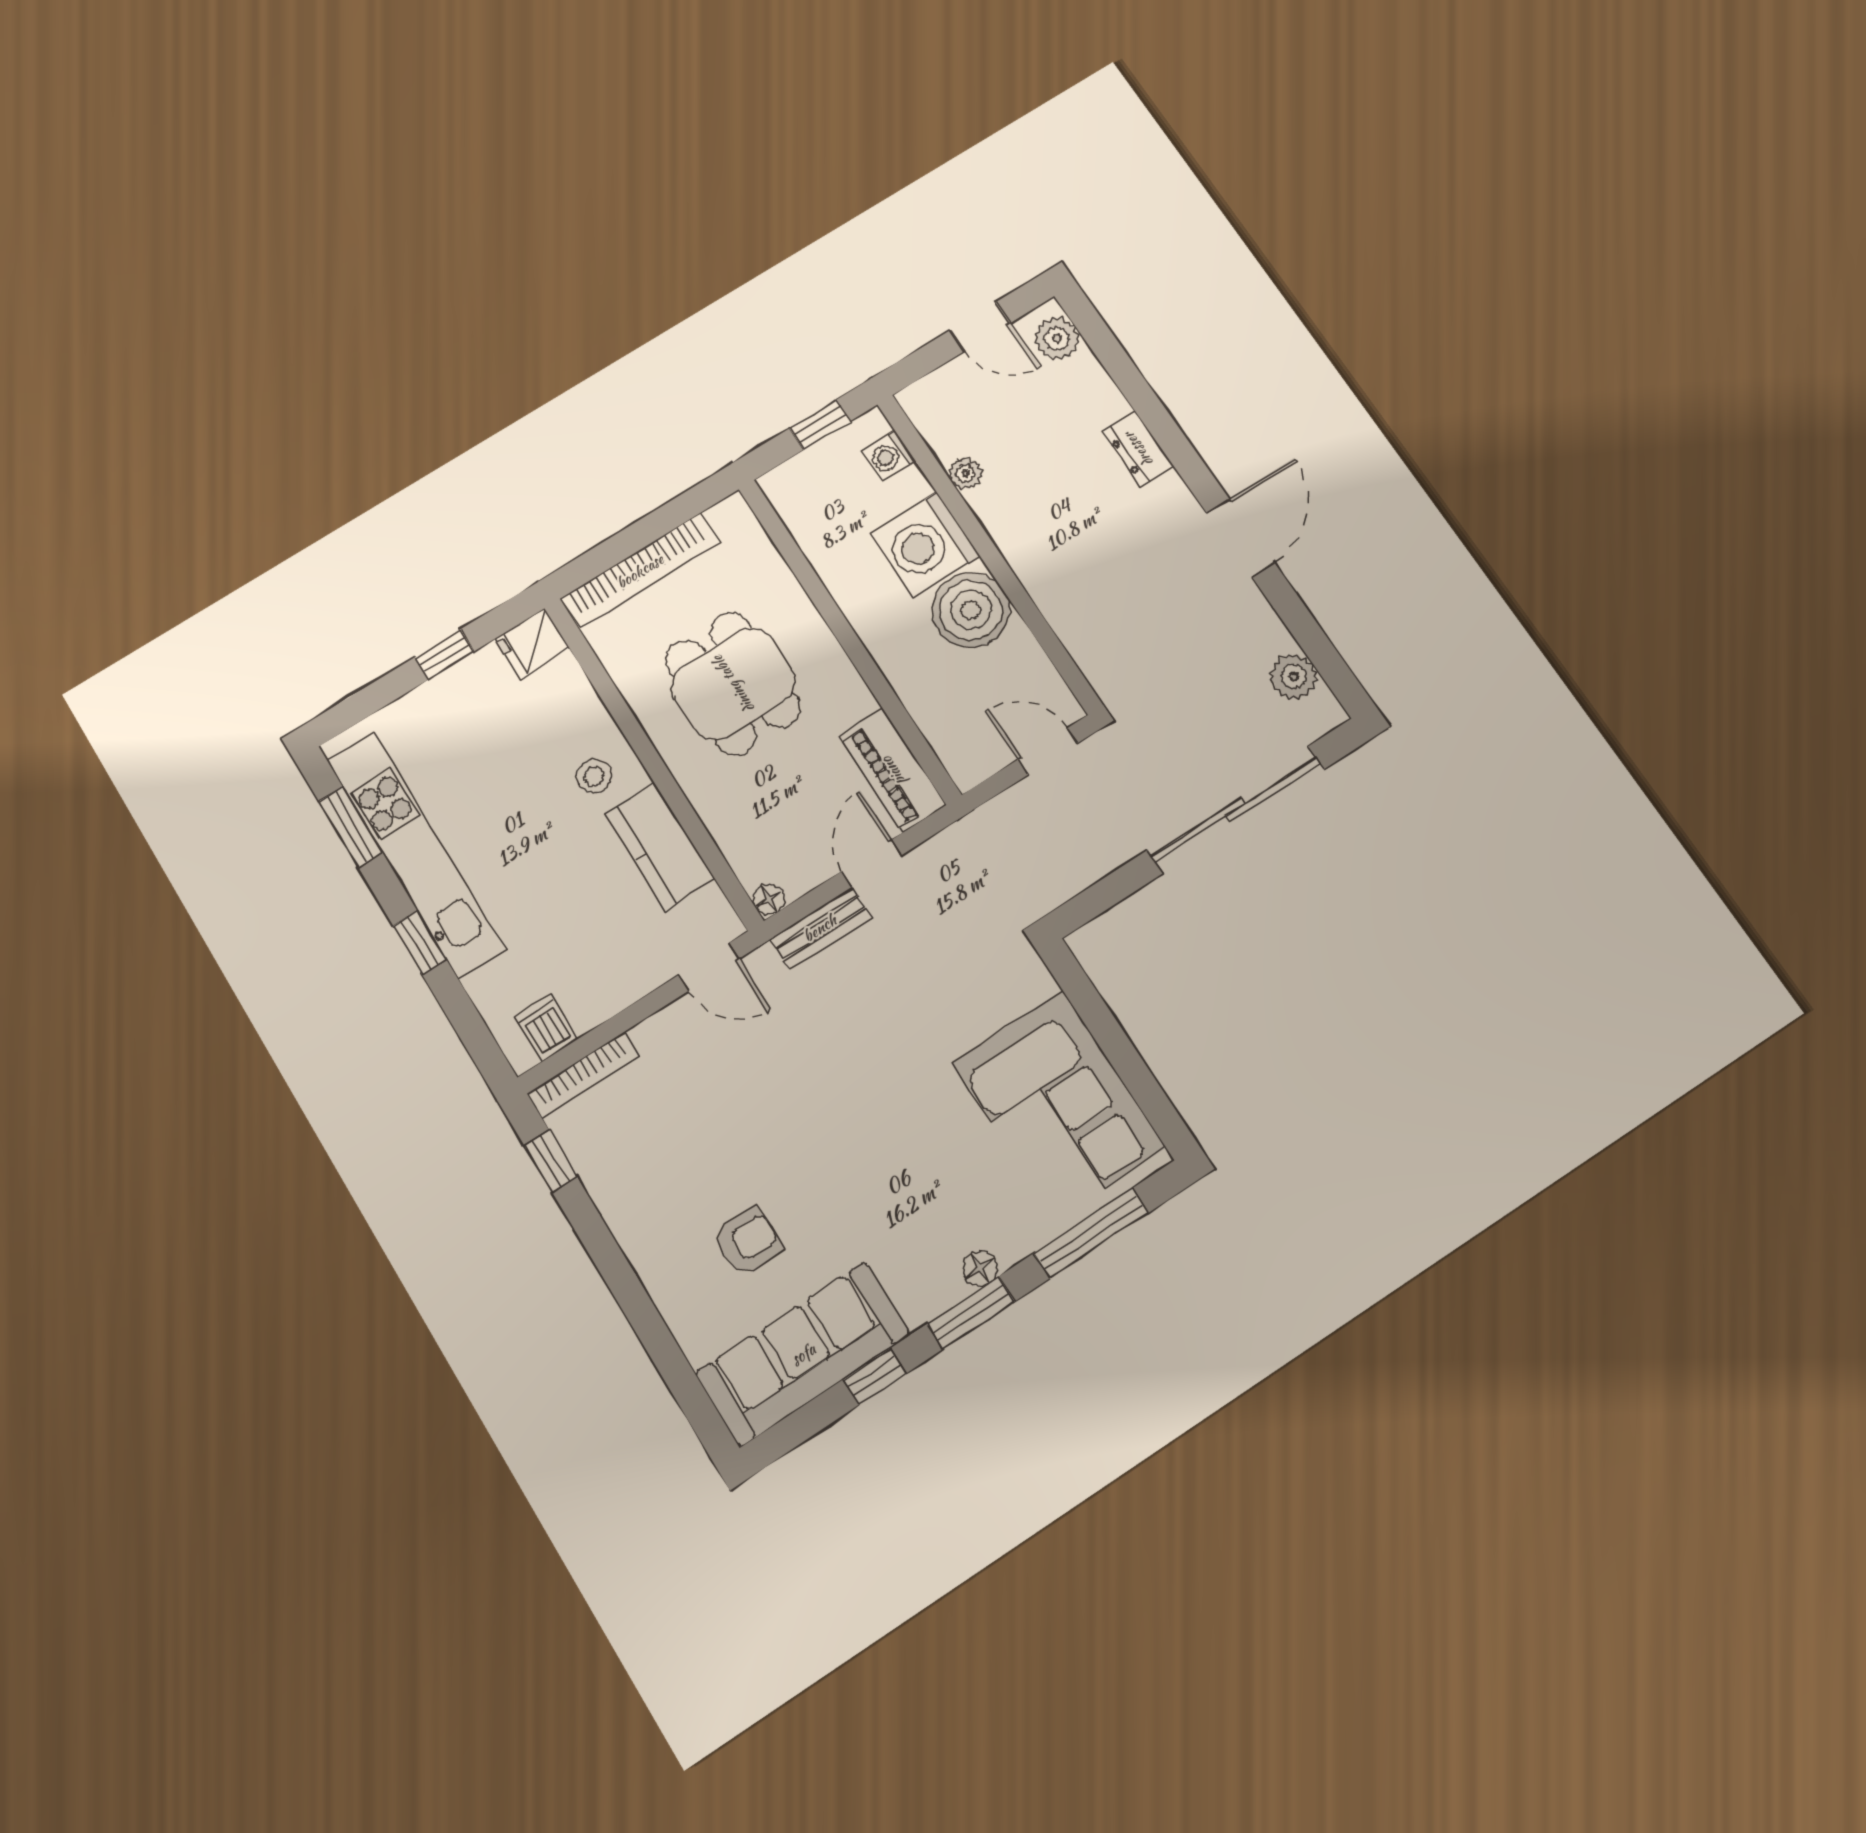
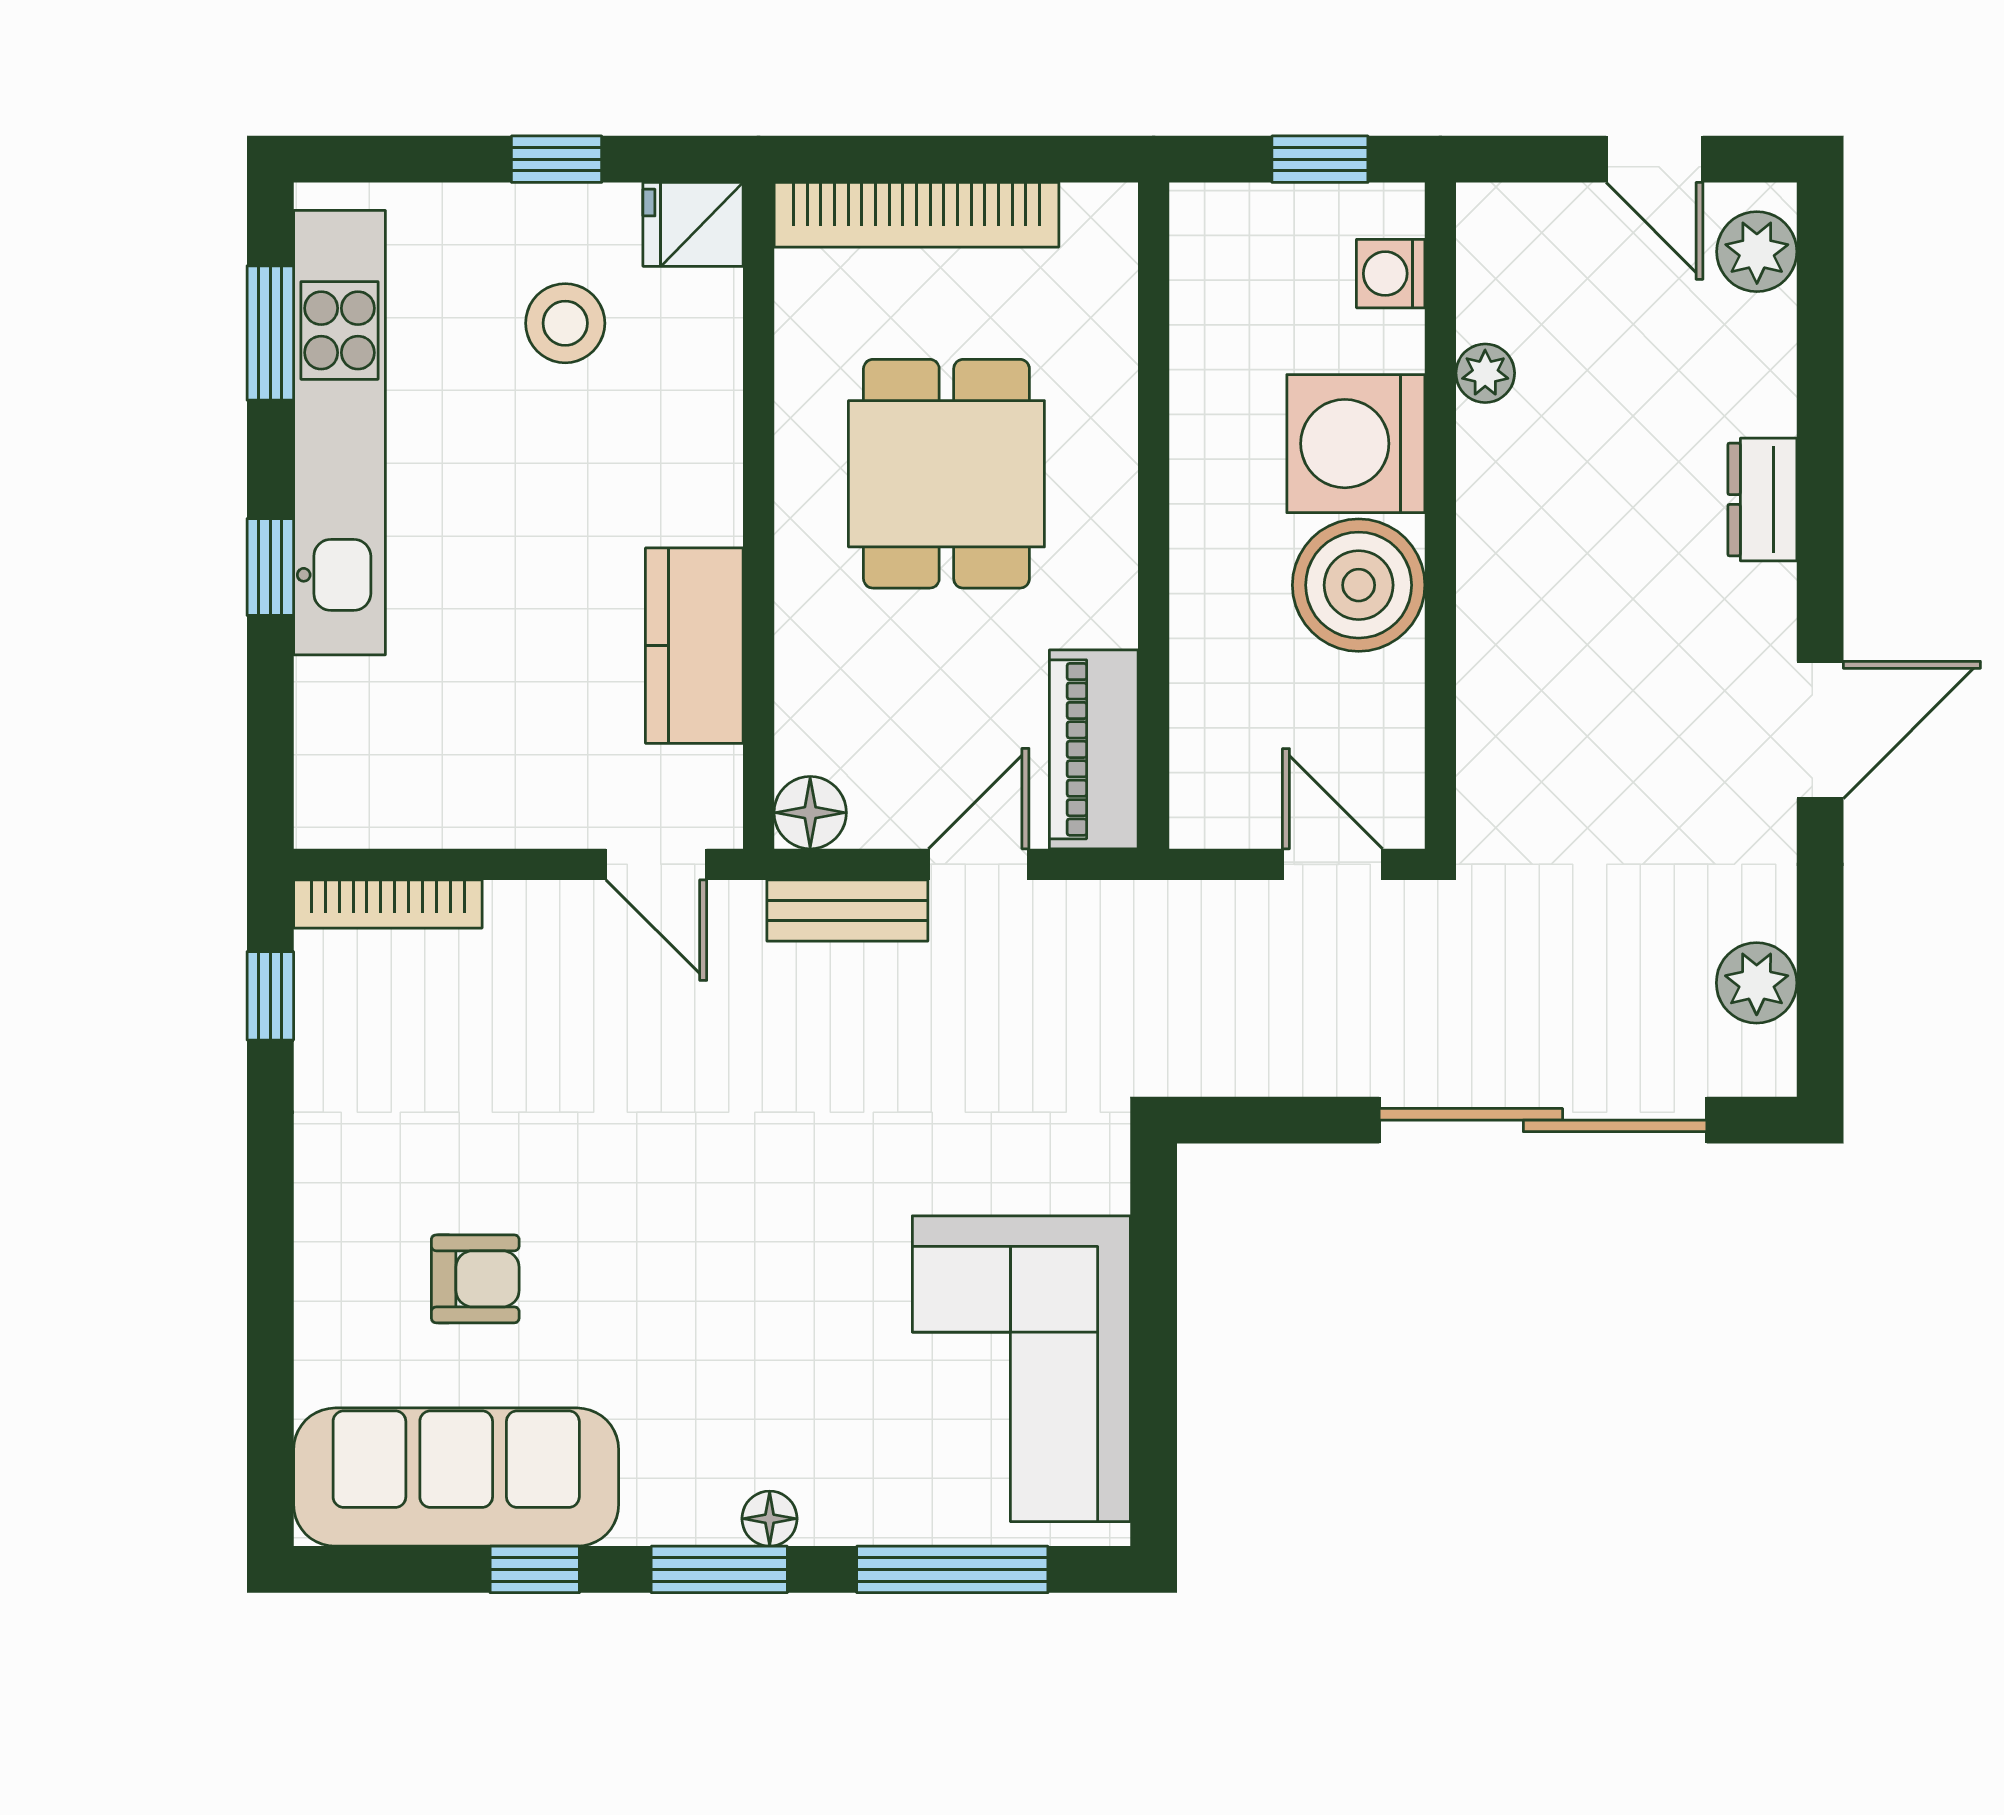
stool: (594, 776) -> (565, 323), moved, width x1.37, depth x1.37
floor lamp: (769, 899) -> (810, 813), width x1.37, depth x1.37
dishwasher: (546, 1027) -> (377, 804), removed

